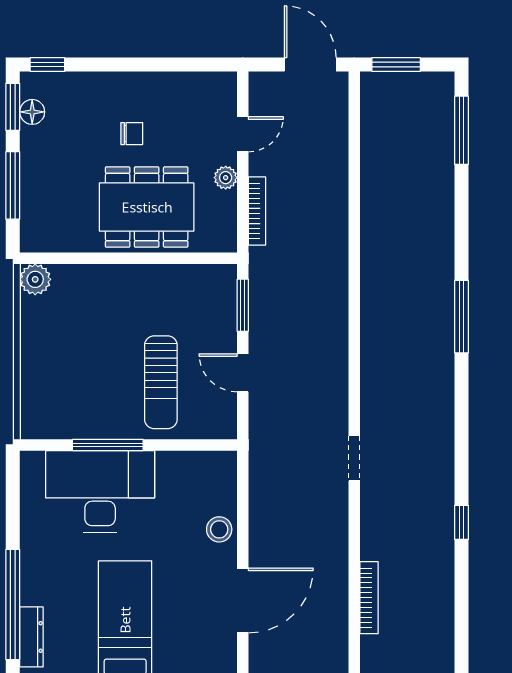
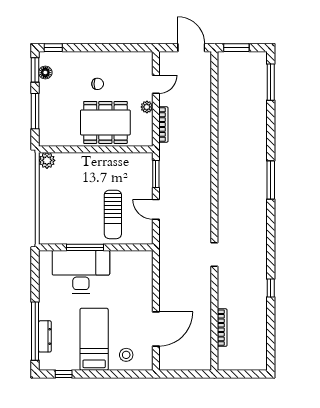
stool: (219, 529) -> (126, 355), moved
dresser: (31, 637) -> (45, 336), moved

